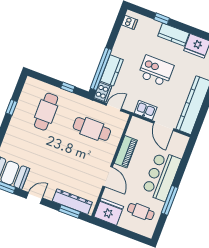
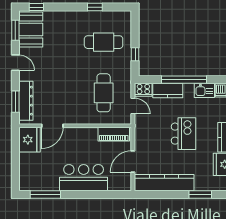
window: (101, 69) -> (184, 80), moved
kitchen sink: (146, 110) -> (204, 90), moved, turned 90
piano: (126, 152) -> (114, 134), moved
door: (108, 177) -> (52, 126), moved
window: (170, 200) -> (45, 195), moved
cafe table: (141, 212) -> (41, 171), removed

